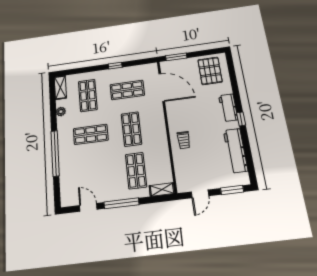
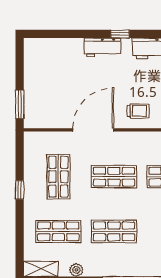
pallet: (210, 71) -> (47, 62), removed
door: (162, 88) -> (93, 130), moved
shop shelf: (91, 134) -> (114, 231), turned 90

